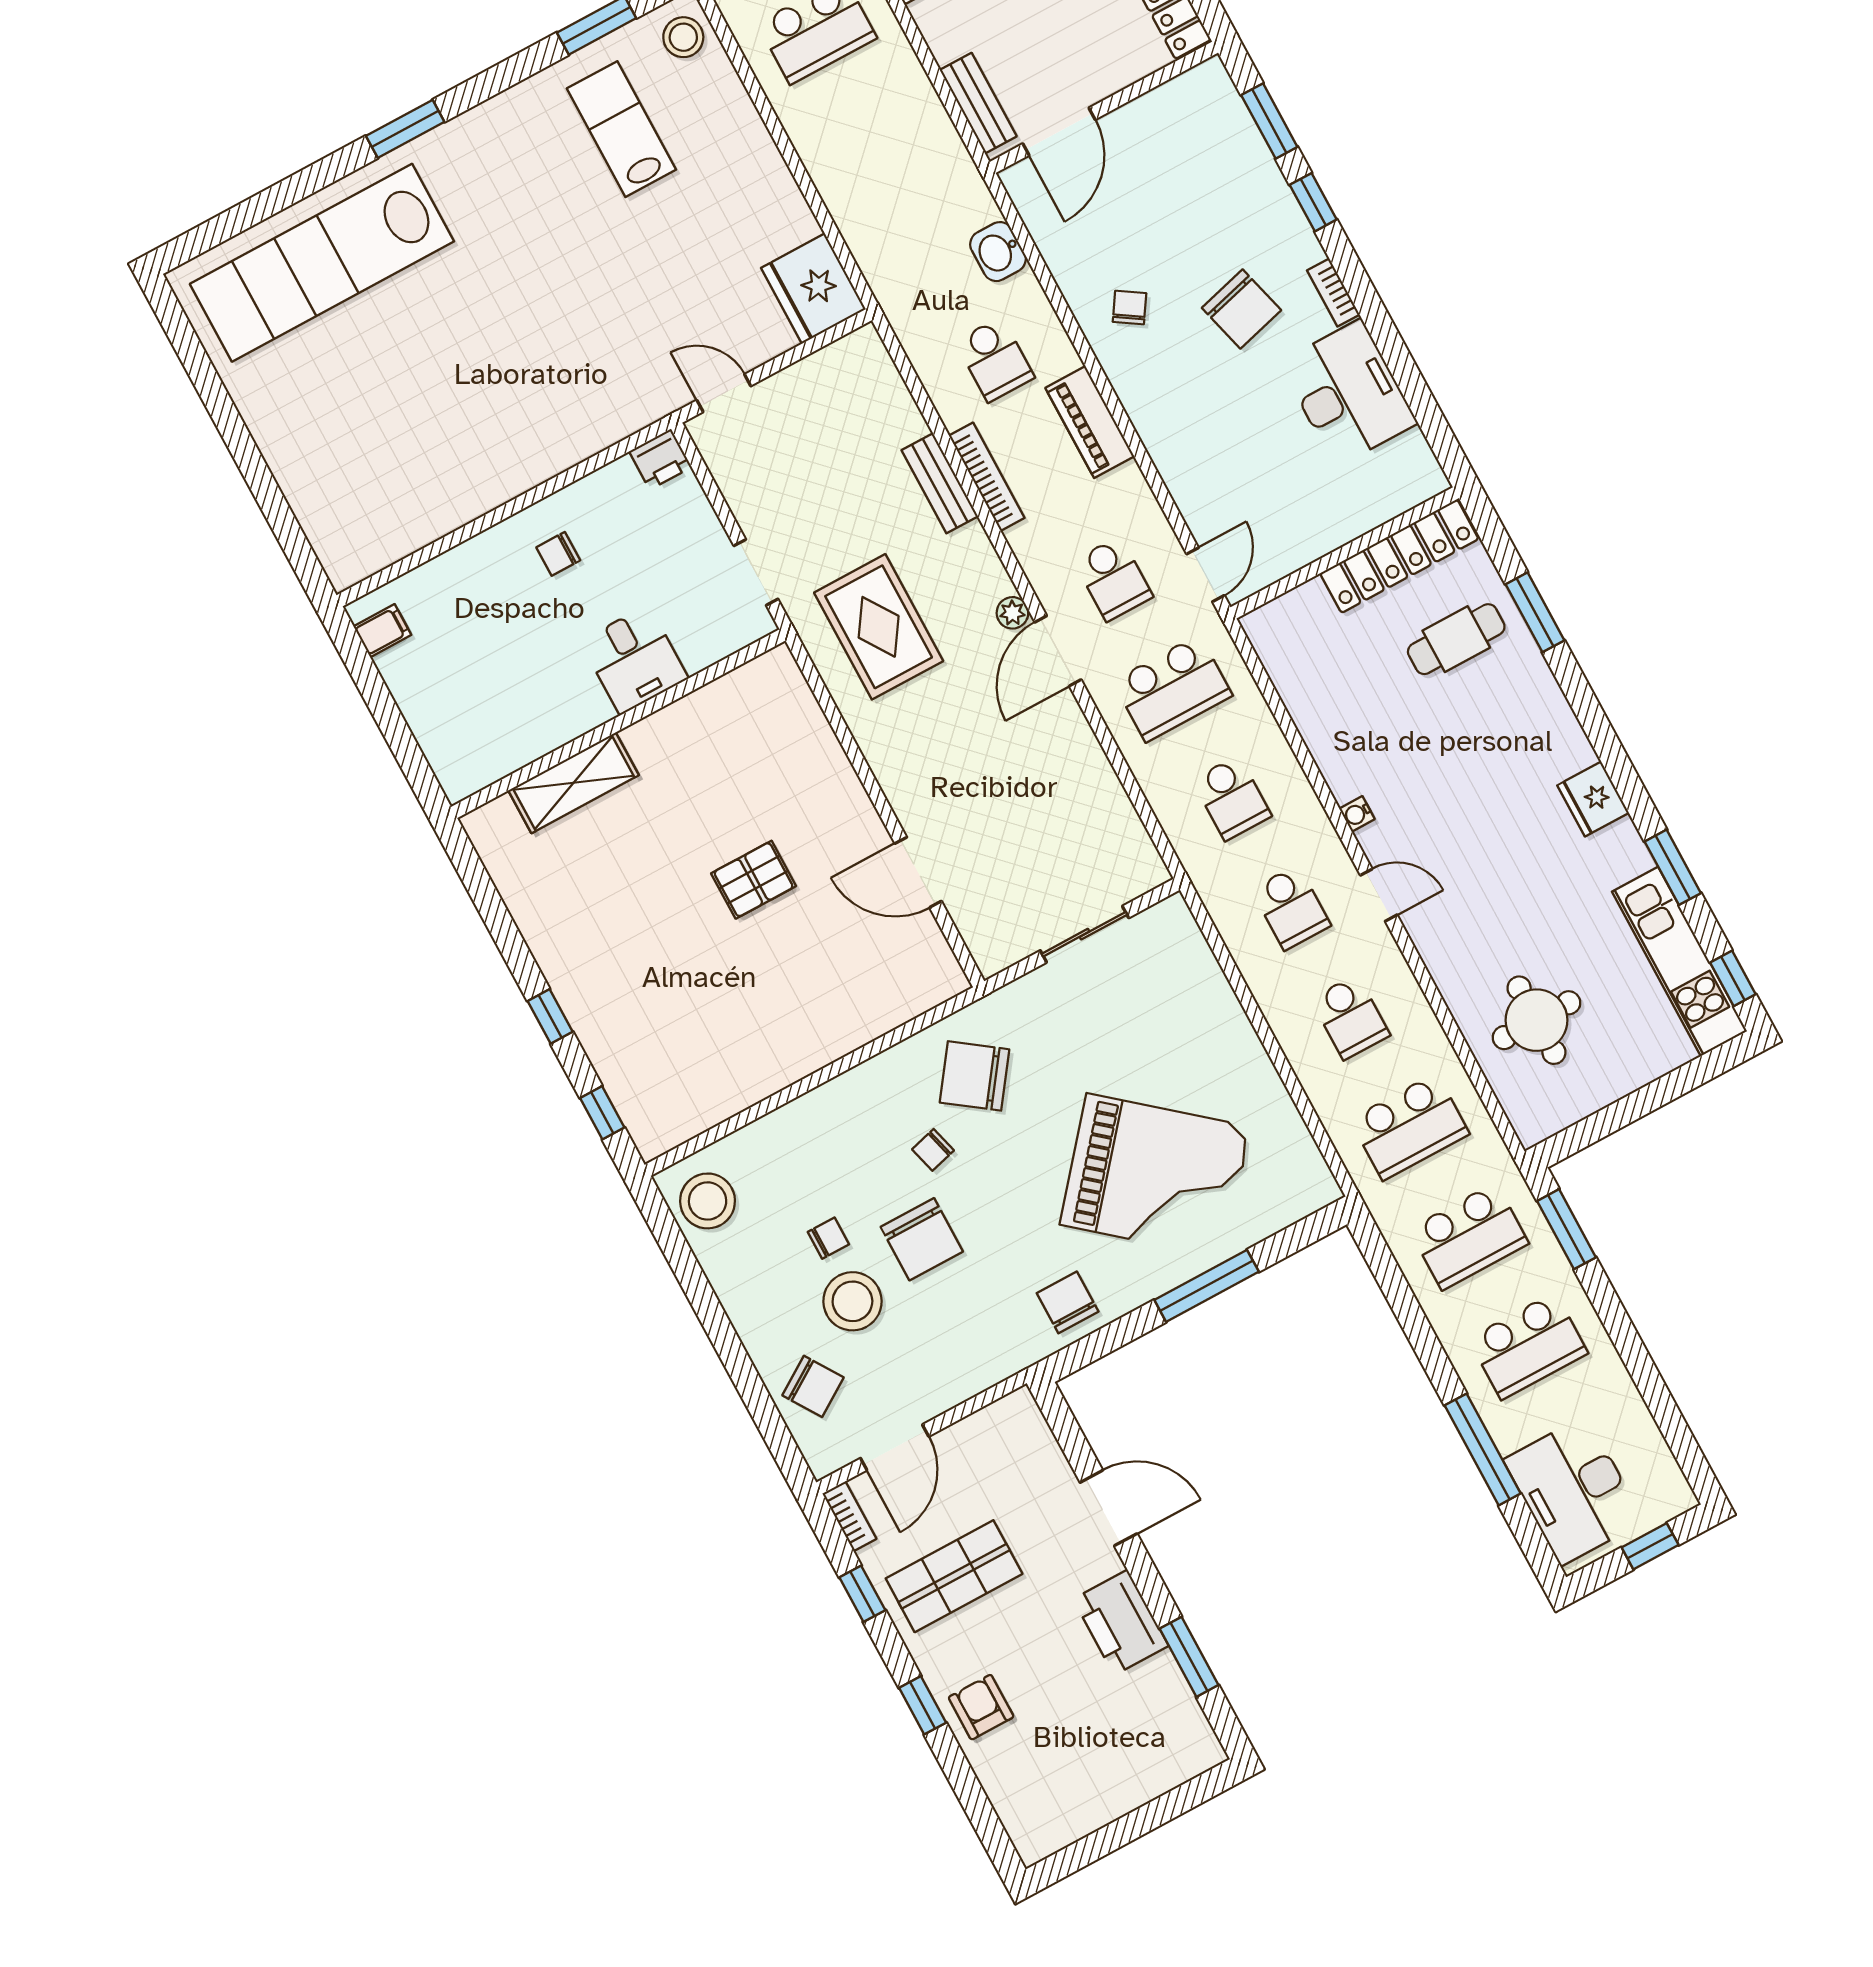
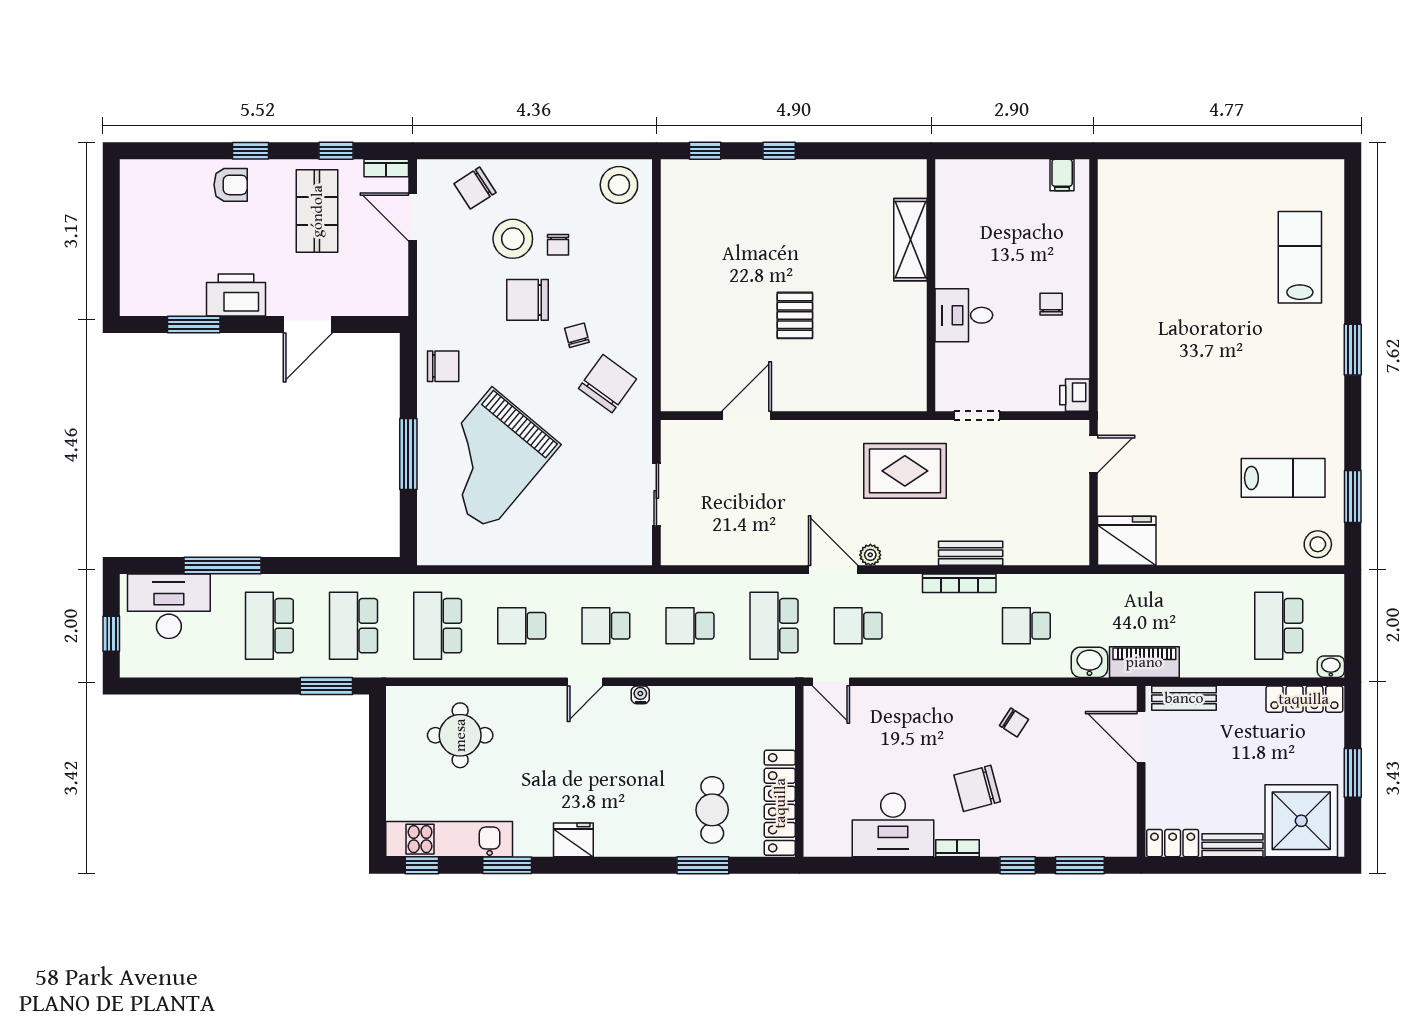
lab bench: (322, 263) -> (1300, 257), width x0.54, depth x0.72
piano: (1090, 422) -> (1144, 662), moved

